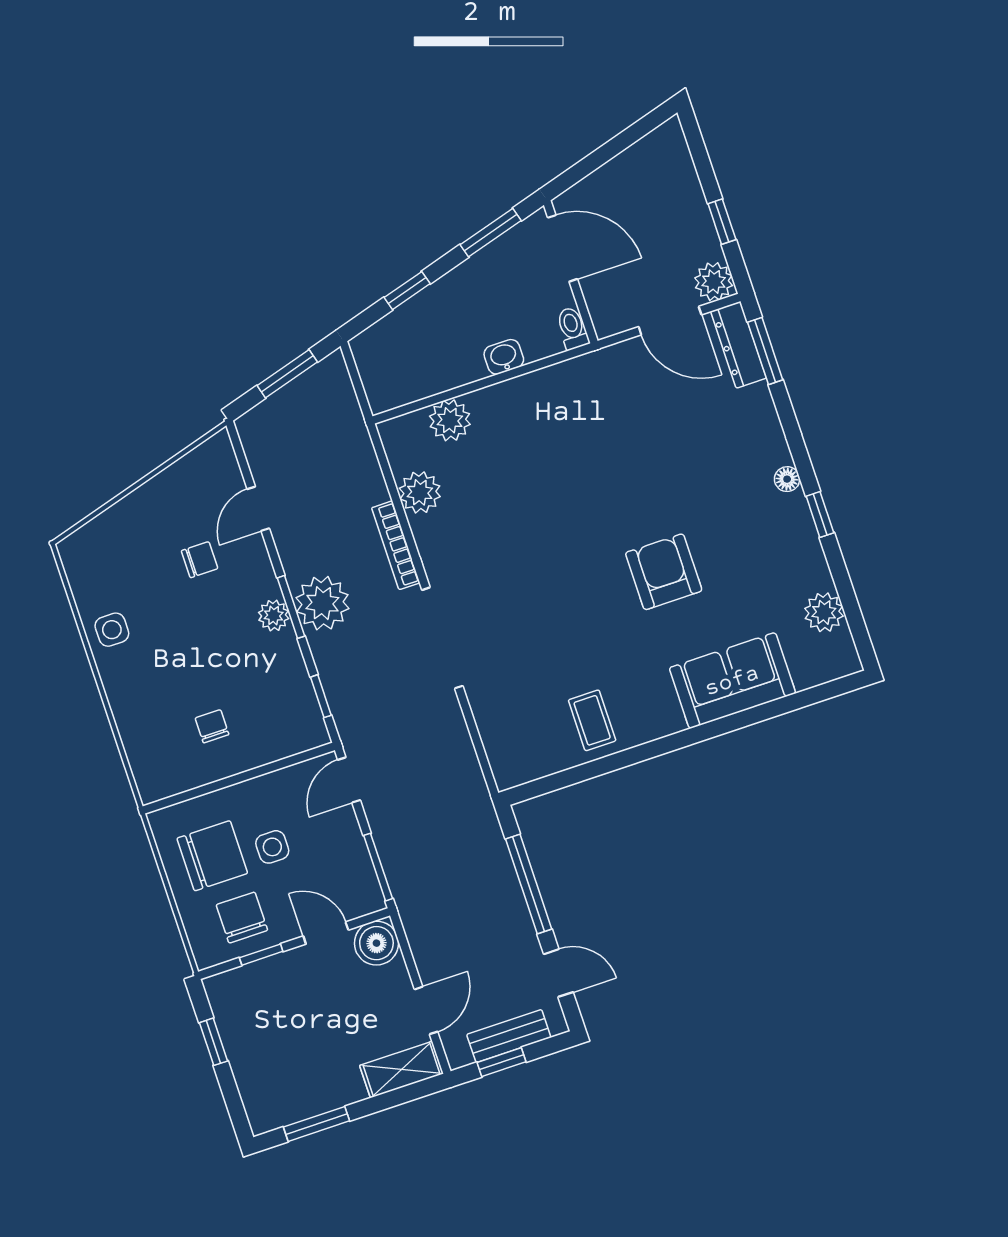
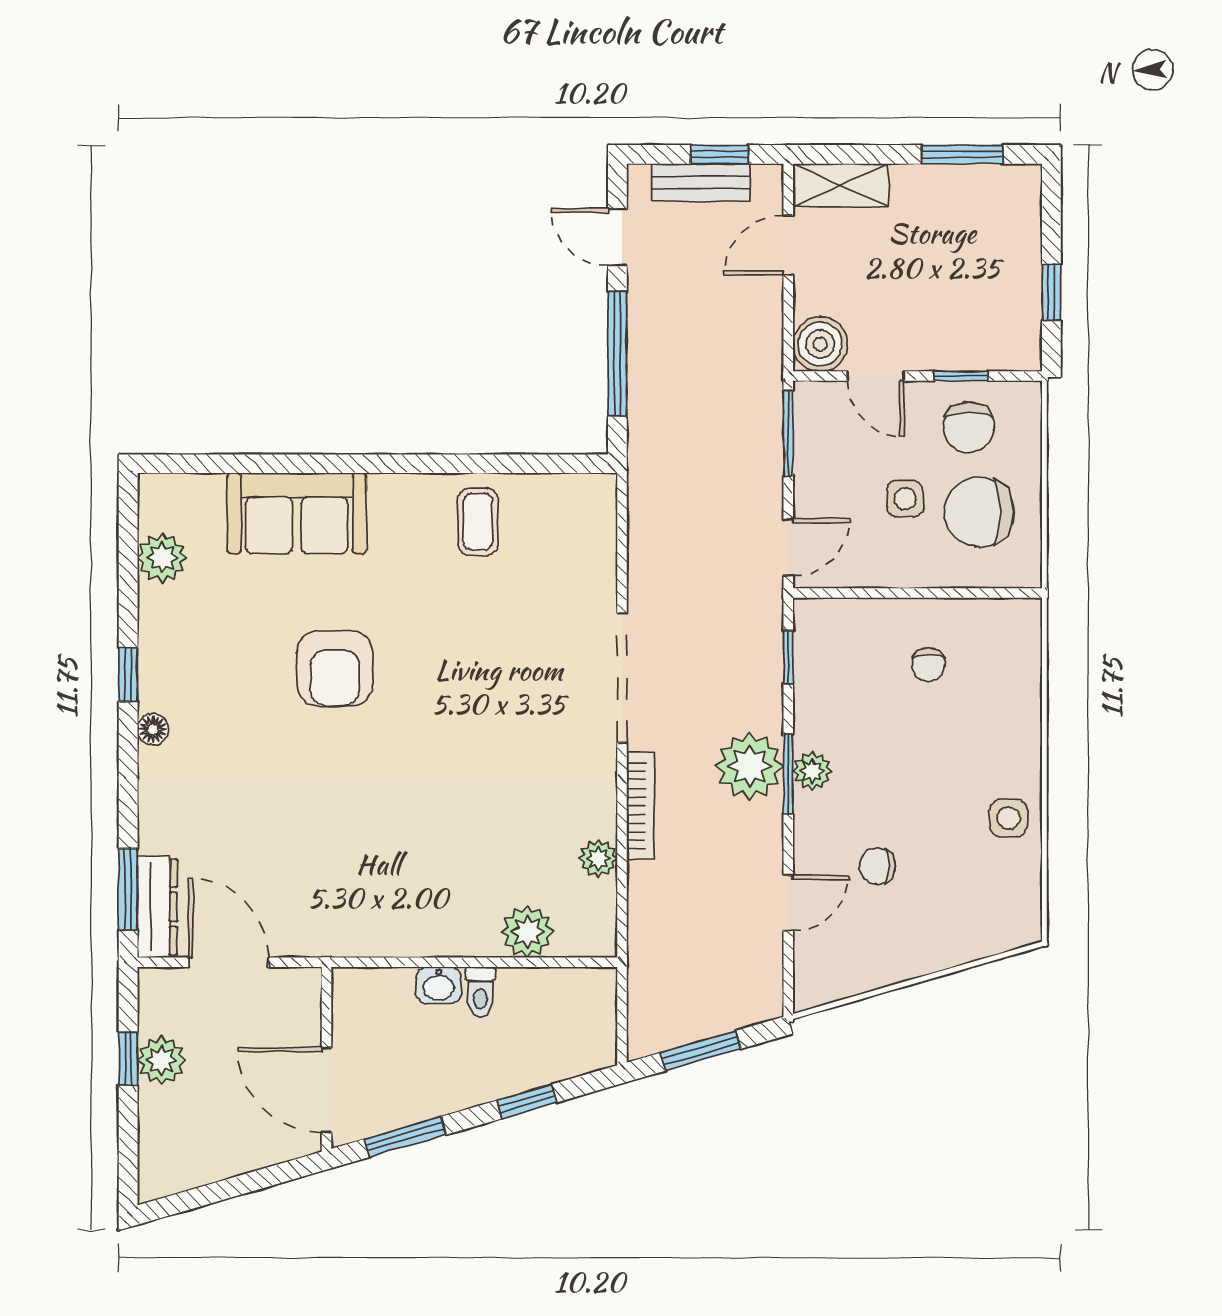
plant: (714, 282) -> (161, 1060), moved
toilet: (572, 328) -> (480, 992), moved
plant: (420, 492) -> (598, 858), width x0.73, depth x0.73

